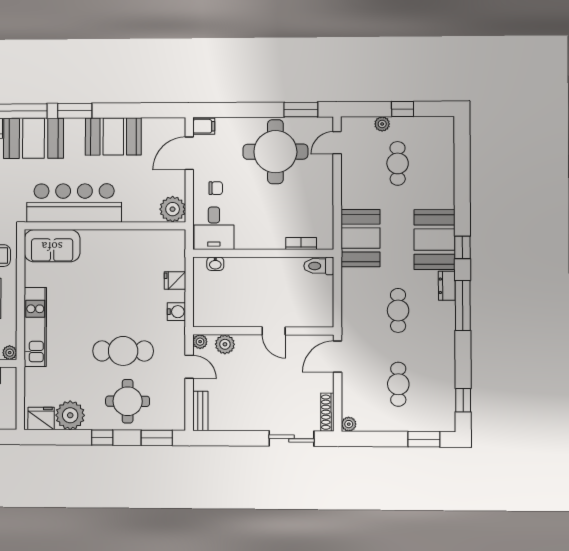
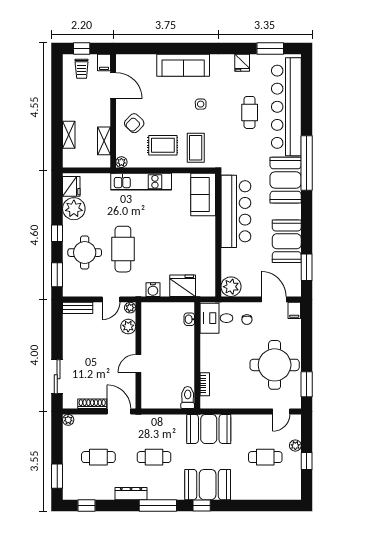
window: (75, 111) -> (307, 267), moved
door: (337, 143) -> (281, 412), swing flipped
fridge: (175, 280) -> (183, 286), width x1.88, depth x1.34
dresser: (447, 286) -> (131, 494), moved, width x1.44
shoe rack: (327, 412) -> (92, 404), moved

